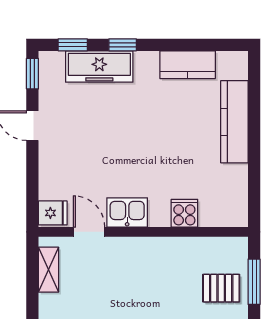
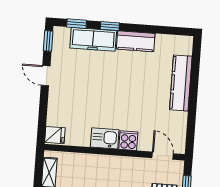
kitchen counter: (188, 65) -> (136, 41), moved
cooker: (184, 213) -> (128, 141), moved
door: (89, 232) -> (163, 156), moved

